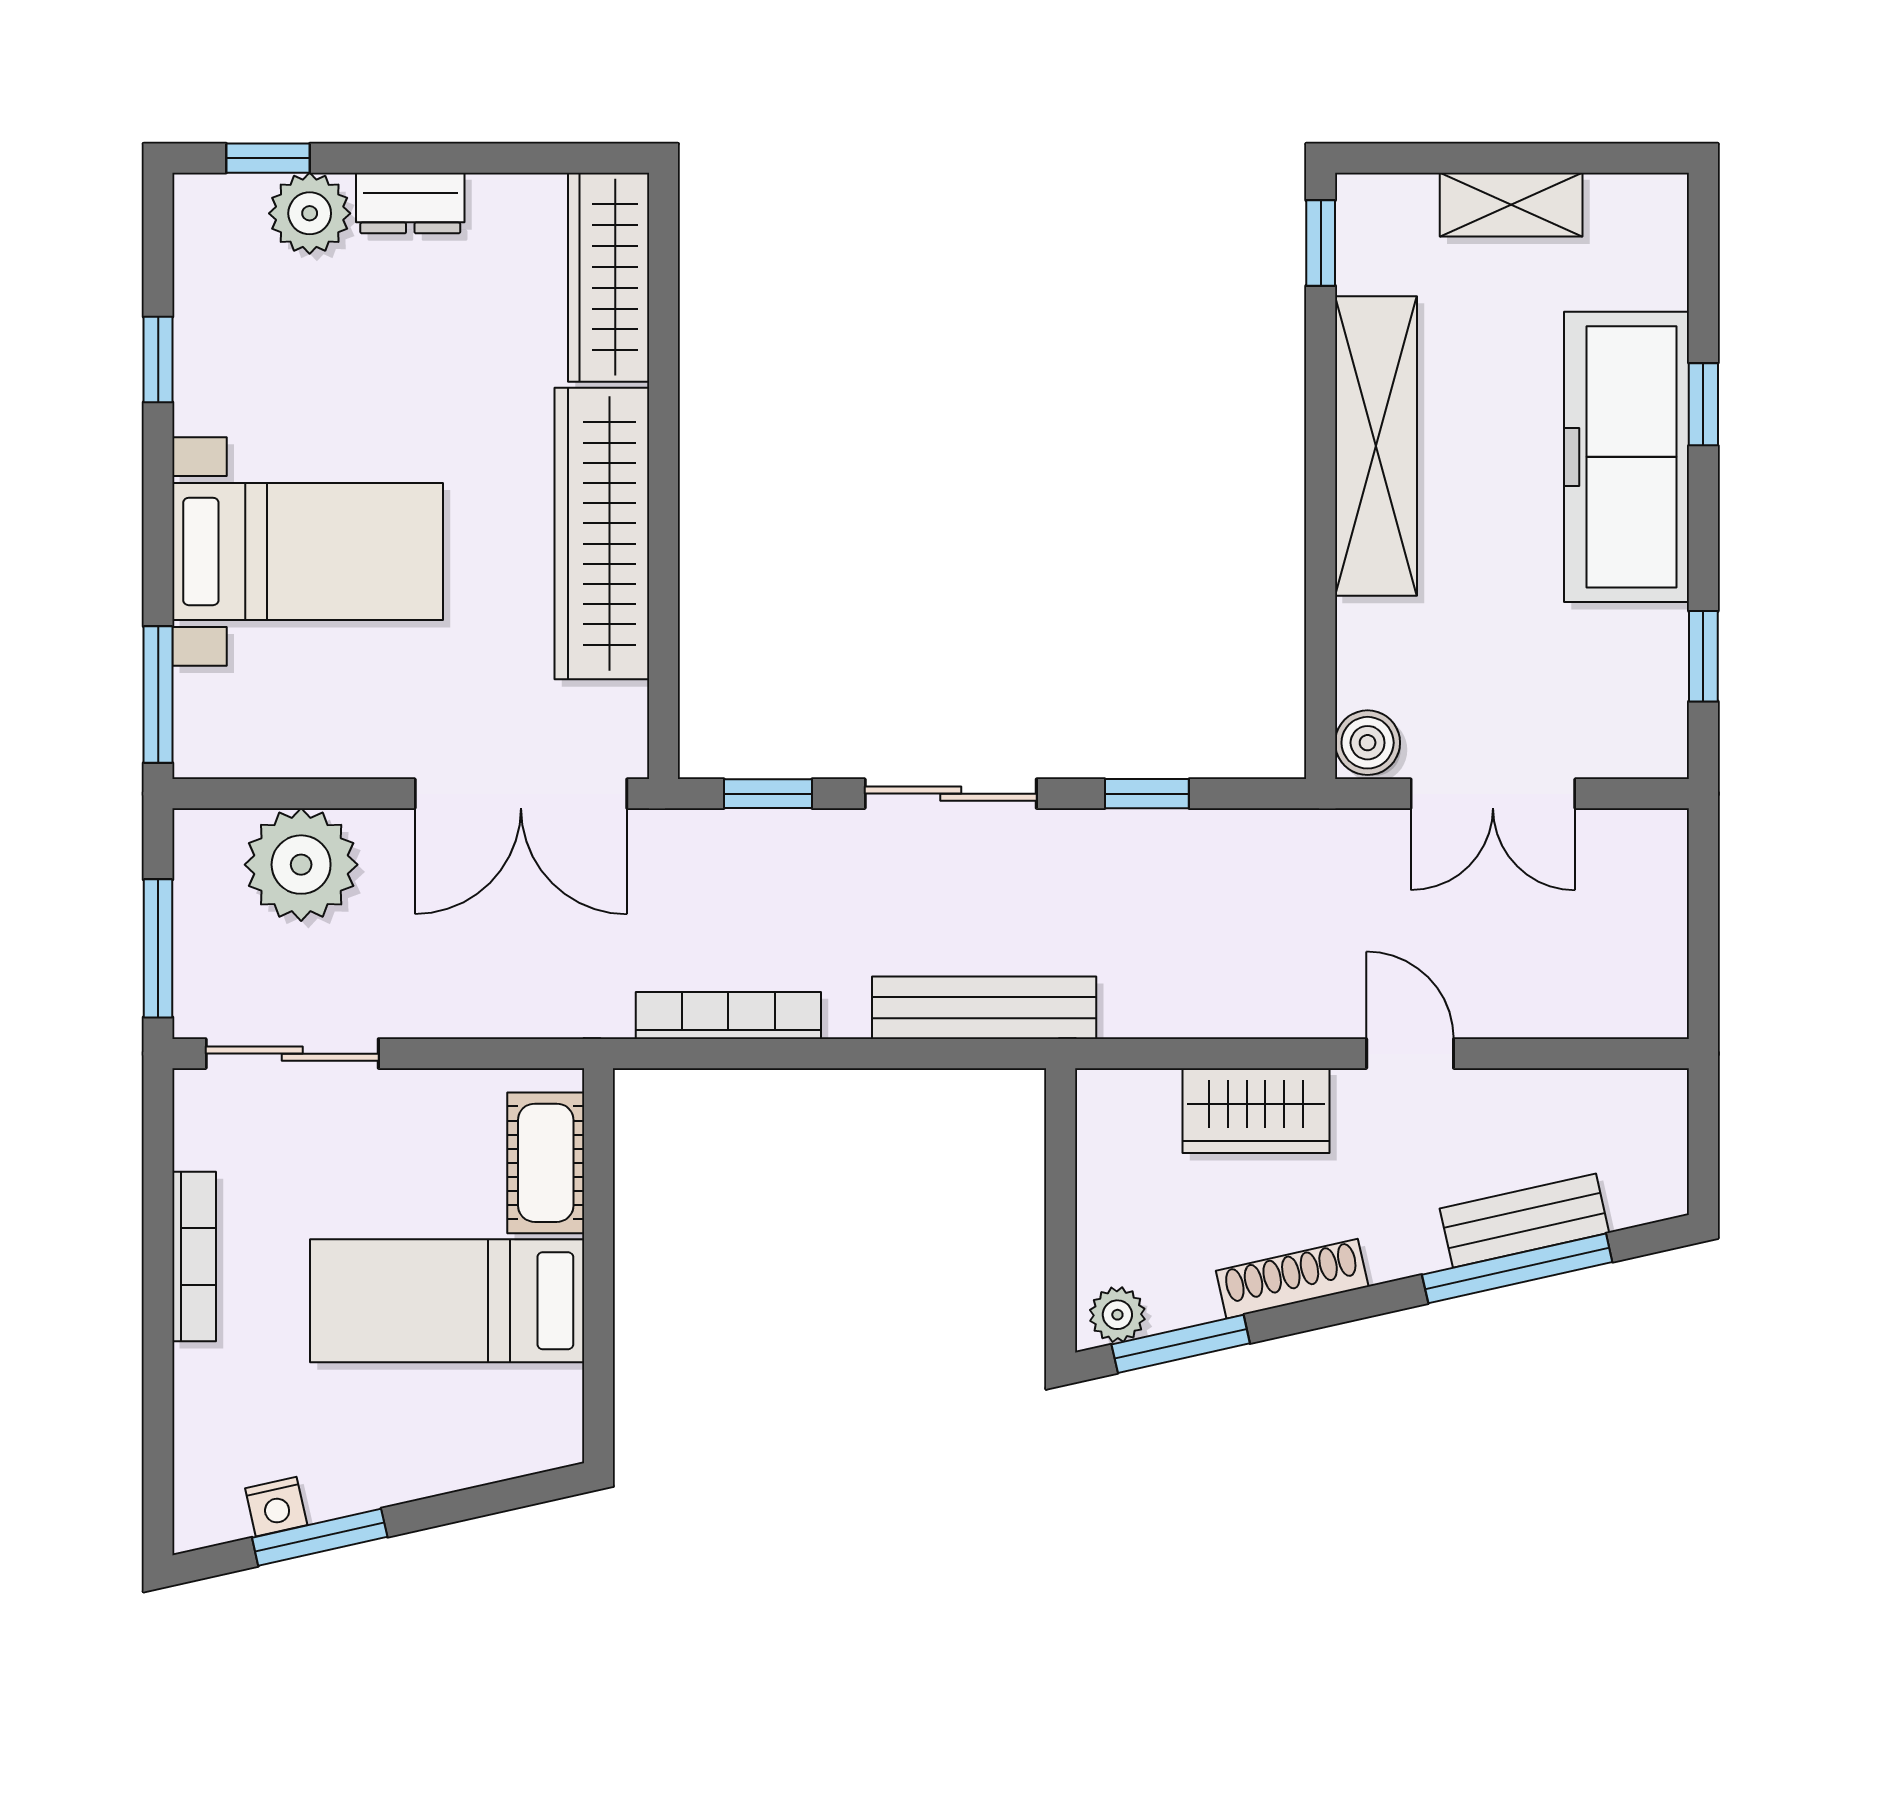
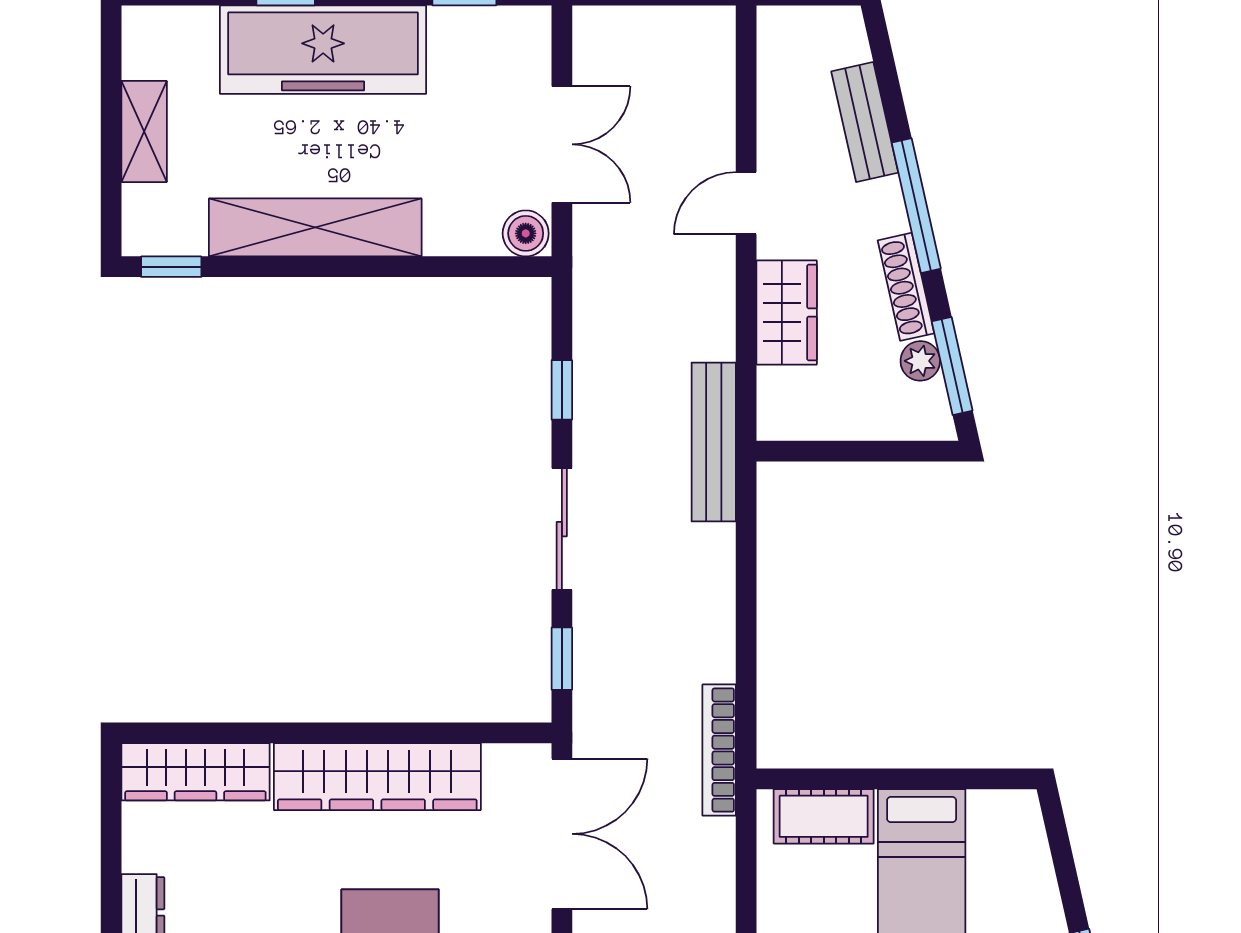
bench: (984, 1008) -> (714, 442), moved
bookcase: (728, 1015) -> (719, 750), moved
window: (1517, 1268) -> (916, 206), moved
plant: (1117, 1315) -> (920, 361), moved

